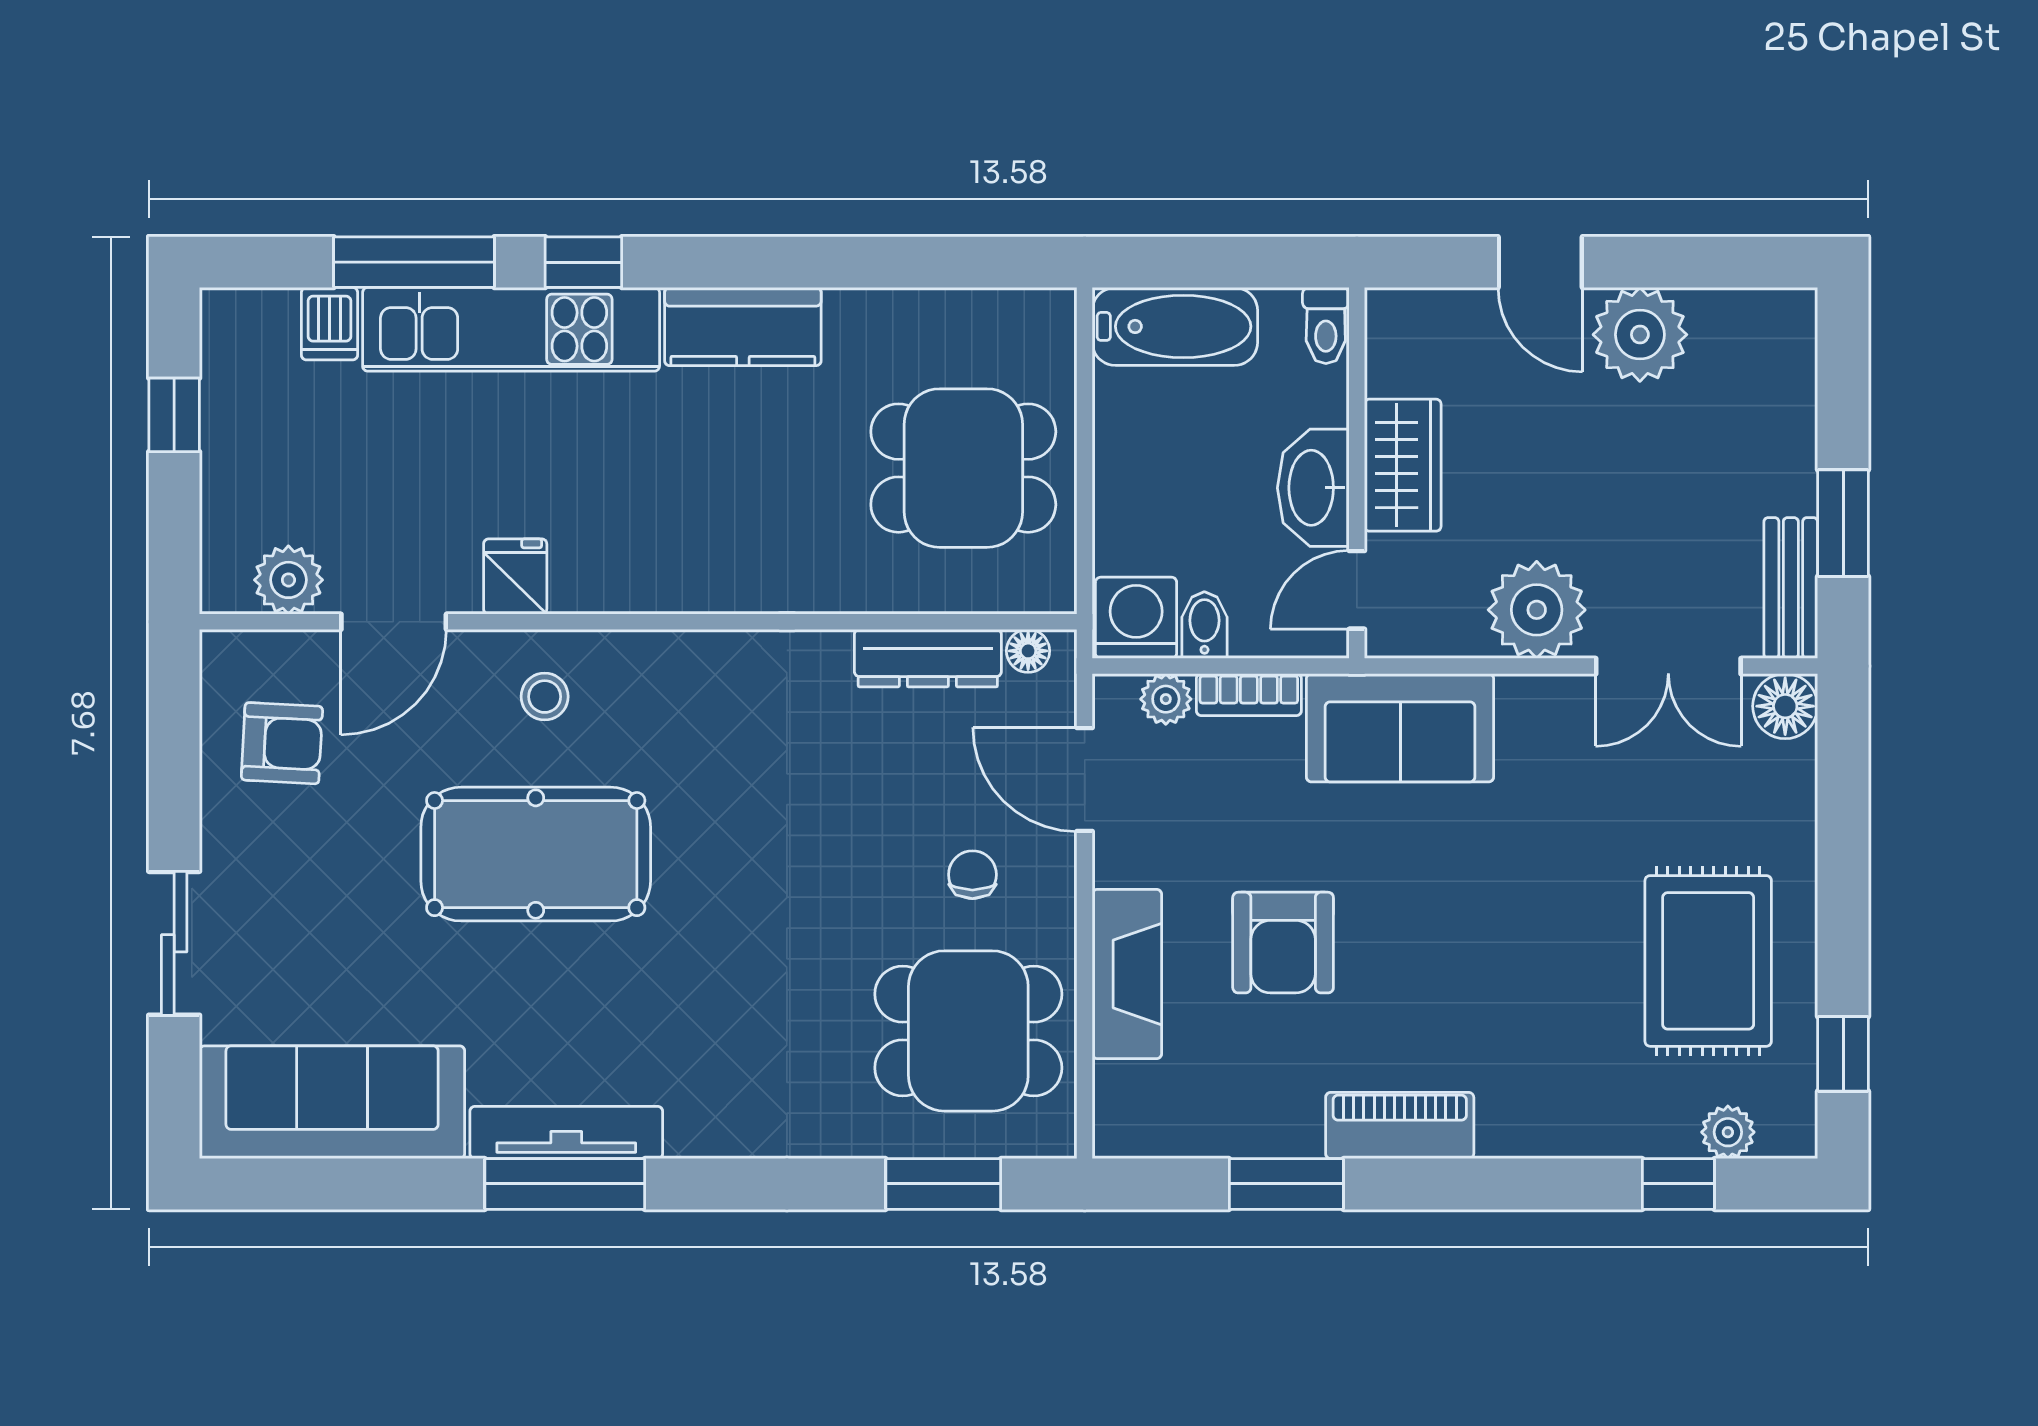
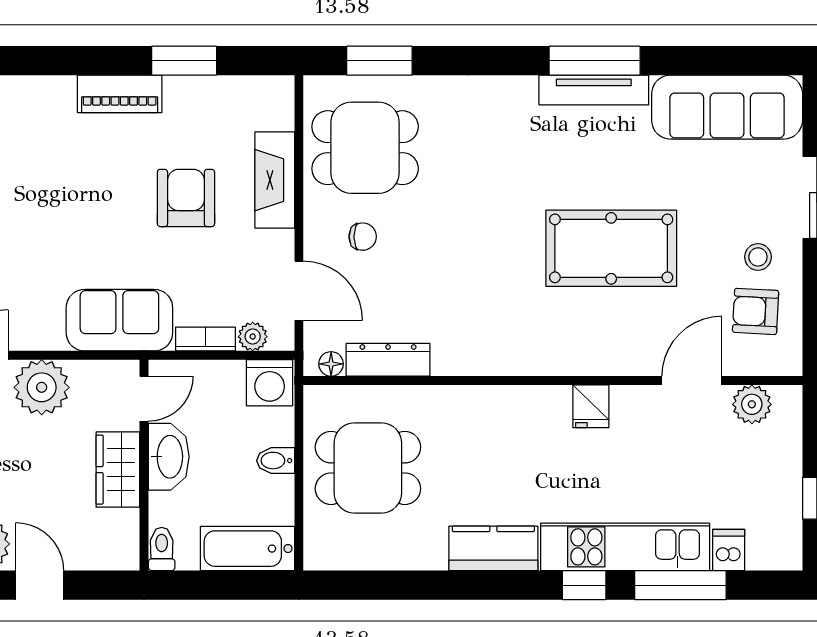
fridge: (515, 577) -> (591, 406), moved
bidet: (1204, 625) -> (276, 461), moved, turned 90
stool: (545, 697) -> (758, 257), moved
chair: (972, 875) -> (363, 237), turned -90

